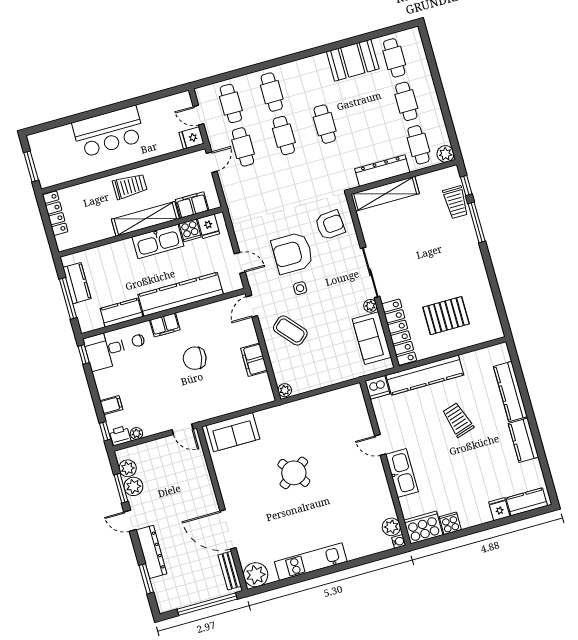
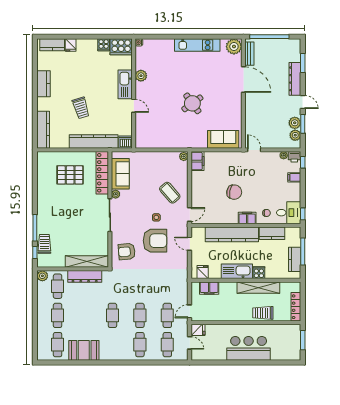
trolley: (130, 186) -> (263, 313), moved
shelving: (145, 219) -> (258, 288), moved
cooker: (190, 230) -> (259, 273), moved
filing cabinet: (254, 360) -> (197, 161), moved
kitchen counter: (510, 391) -> (43, 130), moved
plant: (391, 527) -> (141, 76), moved

